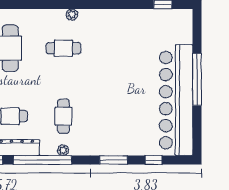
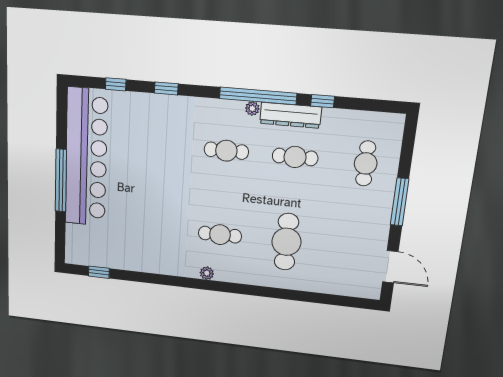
cafe table: (63, 116) -> (226, 151), turned 90
plant: (63, 150) -> (252, 108), moved
window: (114, 160) -> (166, 88), width x0.67

